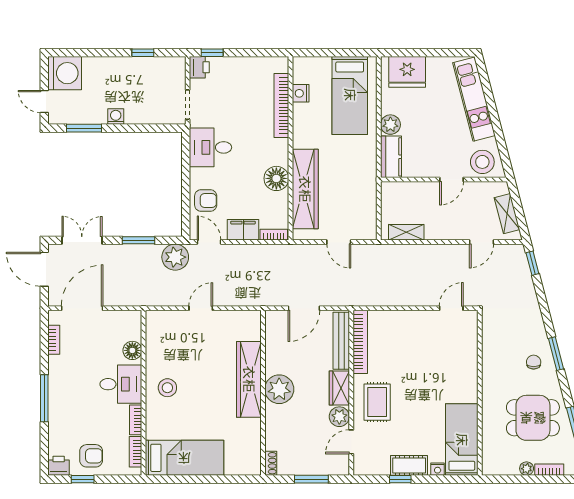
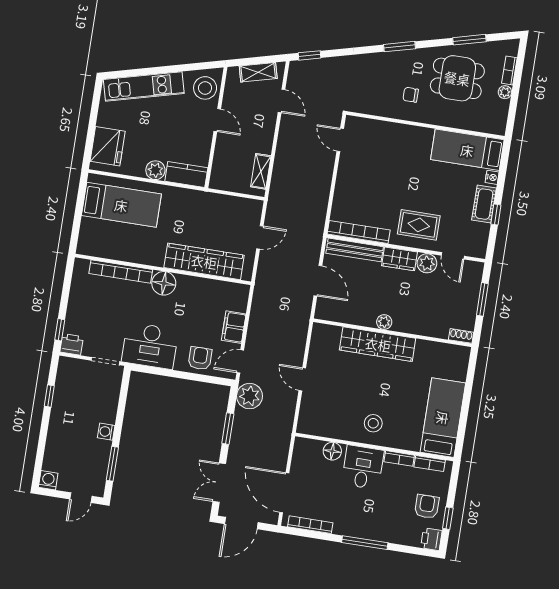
washing machine: (65, 73) -> (48, 480), width x0.53, depth x0.53
nightstand: (301, 93) -> (112, 251), removed
desk: (210, 147) -> (150, 346), width x1.37
floor lamp: (276, 178) -> (164, 283), moved
bookcase: (274, 235) -> (243, 298), removed
bookcase: (54, 340) -> (310, 525), width x1.56
chair: (534, 362) -> (411, 95), moved
plant: (279, 389) -> (384, 322), width x0.53, depth x0.53
dining table: (533, 418) -> (457, 78), turned 90

